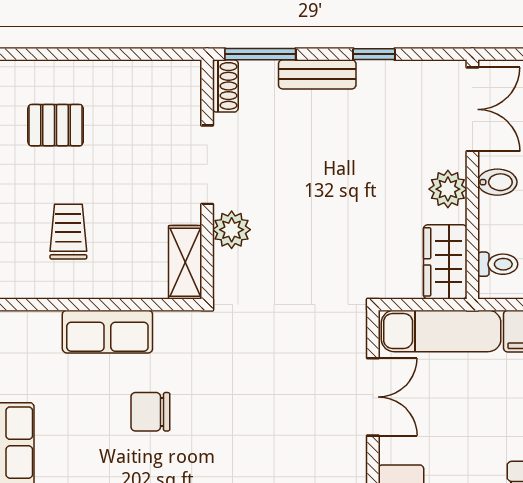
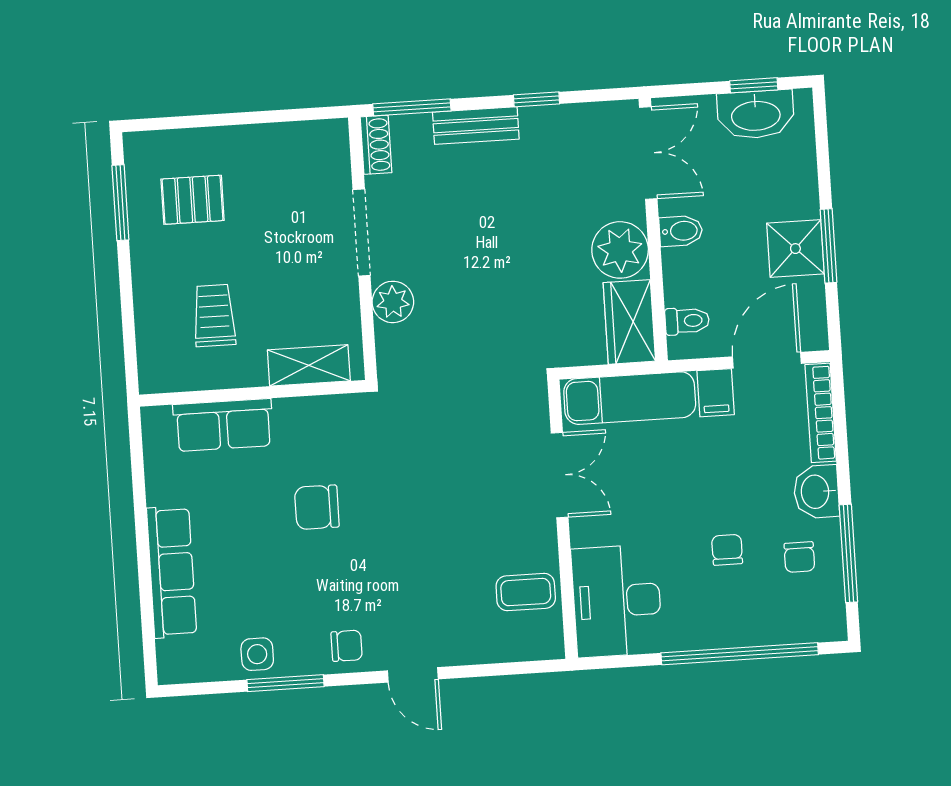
plant: (448, 189) -> (620, 250), width x1.36, depth x1.36
shelving: (185, 262) -> (309, 365), moved, turned 90
row of seats: (107, 332) -> (223, 425), moved

